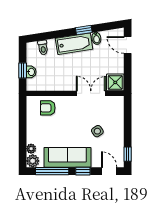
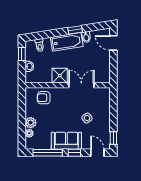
window: (23, 71) -> (22, 54), moved
shower: (115, 82) -> (60, 76), moved
sofa: (67, 157) -> (66, 141), width x0.73
plant: (33, 161) -> (31, 123), moved

